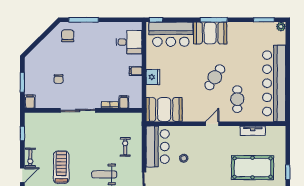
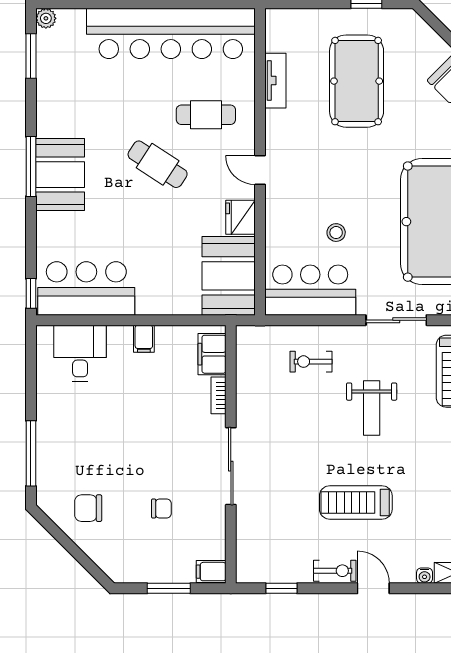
bar counter: (171, 34) -> (86, 288), moved, turned -90
chair: (68, 36) -> (88, 508), moved
fridge: (153, 77) -> (240, 217), moved, turned -90
filing cabinet: (124, 102) -> (212, 354), width x2.00

